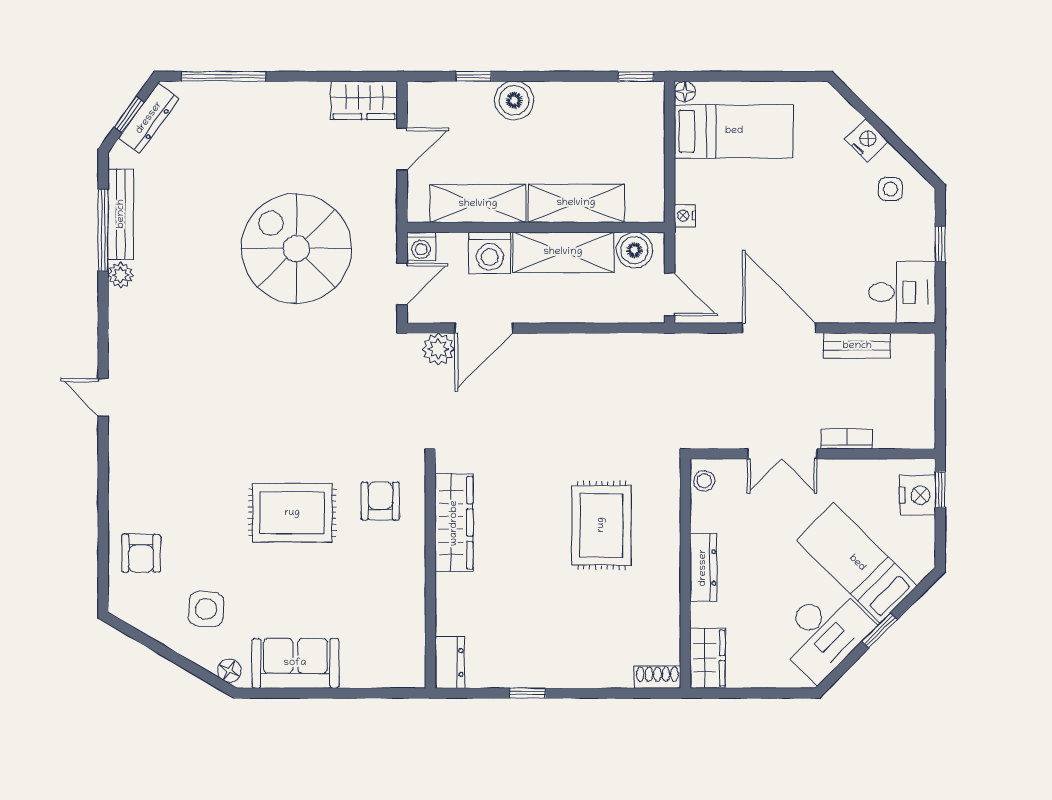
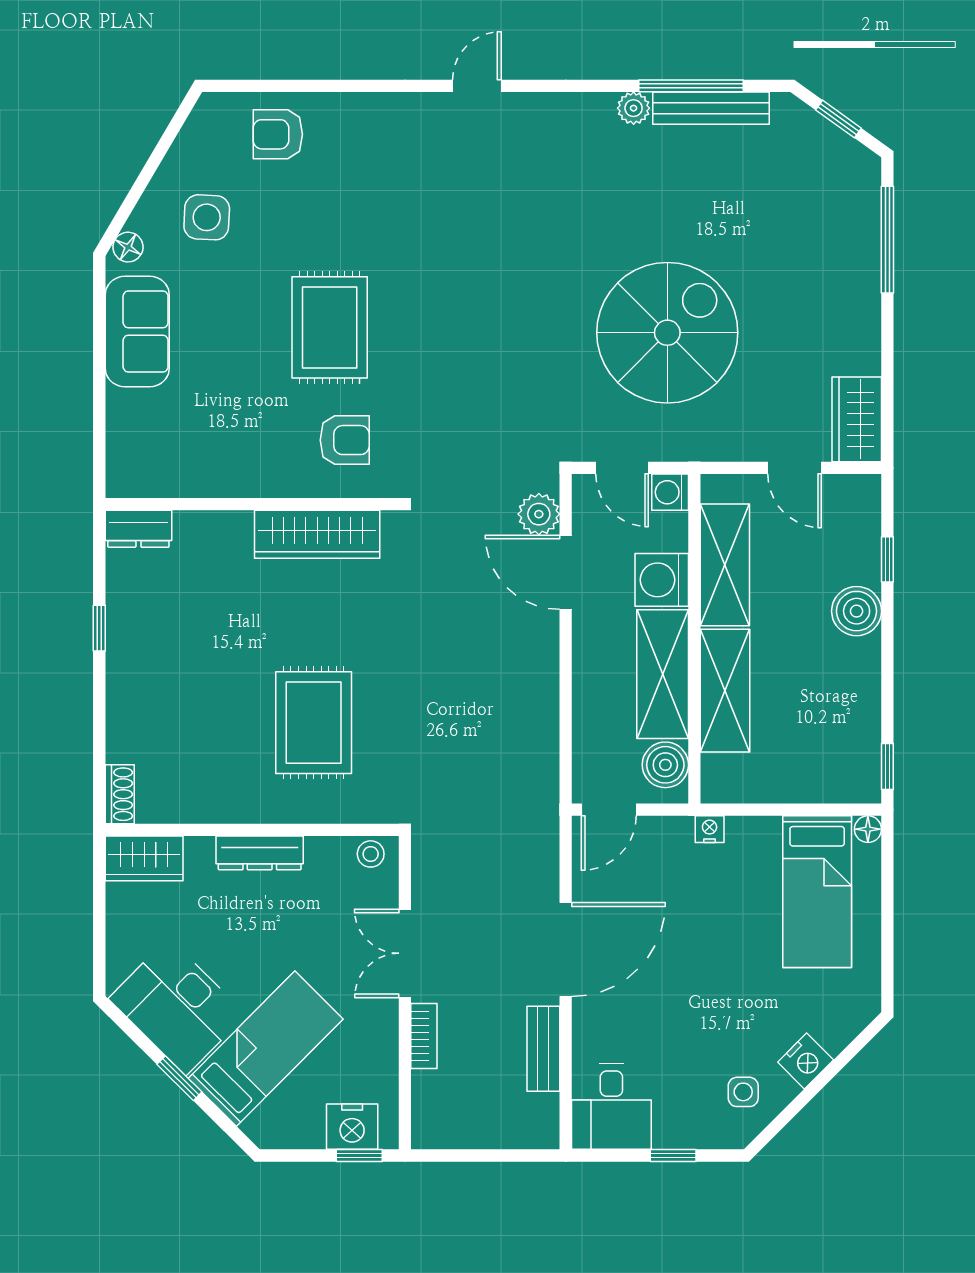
dresser: (149, 118) -> (834, 144), removed
rug: (601, 525) -> (314, 723), turned 90

